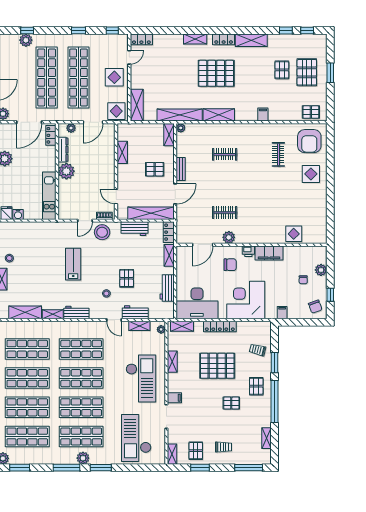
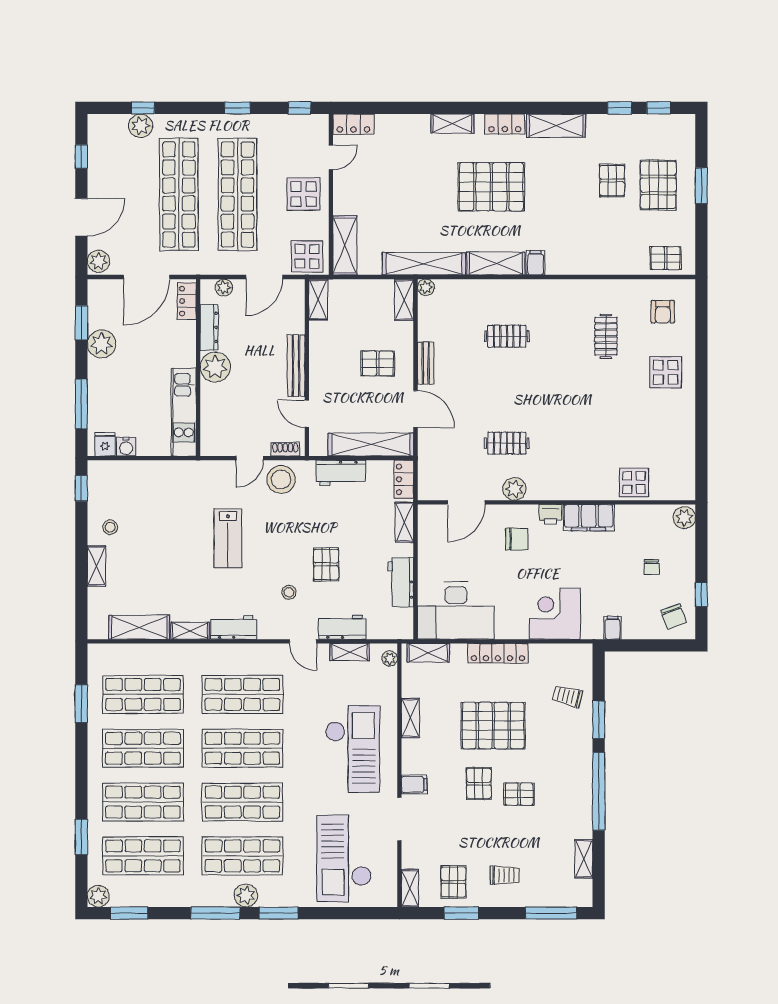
filing cabinet: (263, 115) -> (536, 263), moved
armchair: (309, 141) -> (663, 312), width x0.53, depth x0.53
shelving: (122, 152) -> (318, 300), moved
bench: (110, 170) -> (296, 366), added
door: (175, 194) -> (416, 409), hinge flipped
lab bench: (73, 264) -> (228, 538), turned 180
plant: (321, 270) -> (684, 518), moved
corner desk: (246, 300) -> (555, 614), width x0.74, depth x0.74
pallet: (256, 386) -> (479, 783), moved

